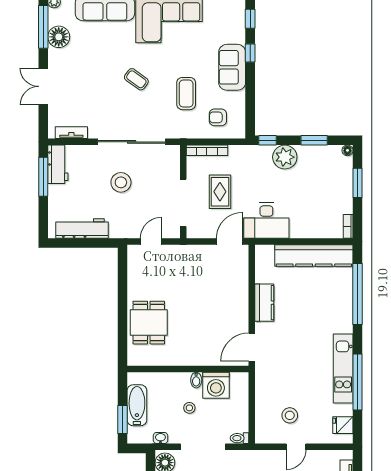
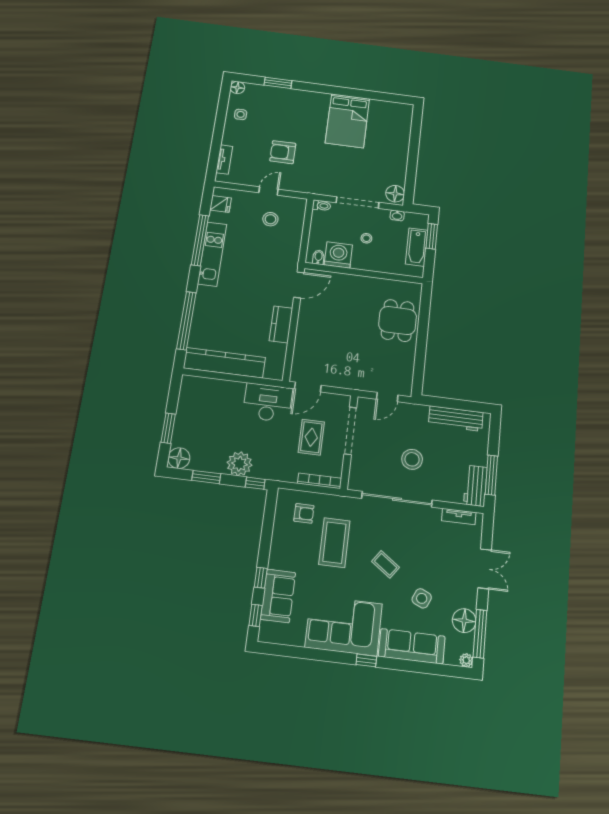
side table: (100, 52) -> (422, 598), added
sofa: (232, 67) -> (278, 596), moved
coffee table: (186, 94) -> (334, 543), width x1.36, depth x1.32
floor lamp: (347, 150) -> (179, 458), width x1.89, depth x1.89
bookcase: (348, 226) -> (185, 386), removed
bidet: (196, 380) -> (318, 257), moved

